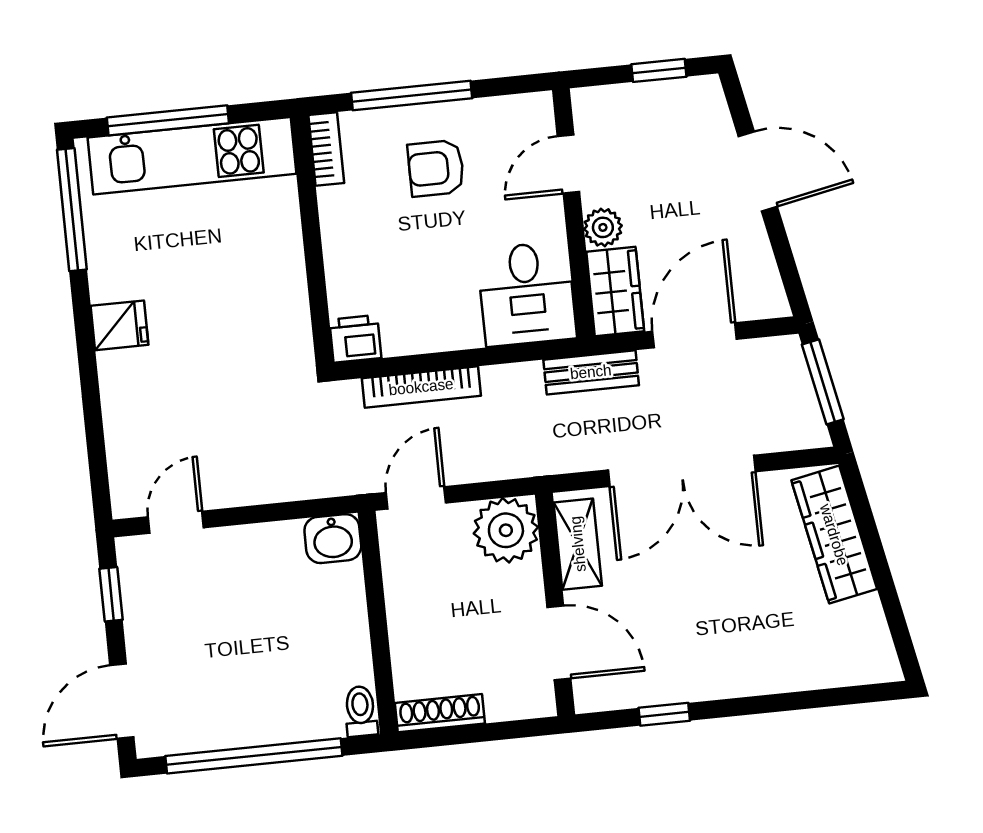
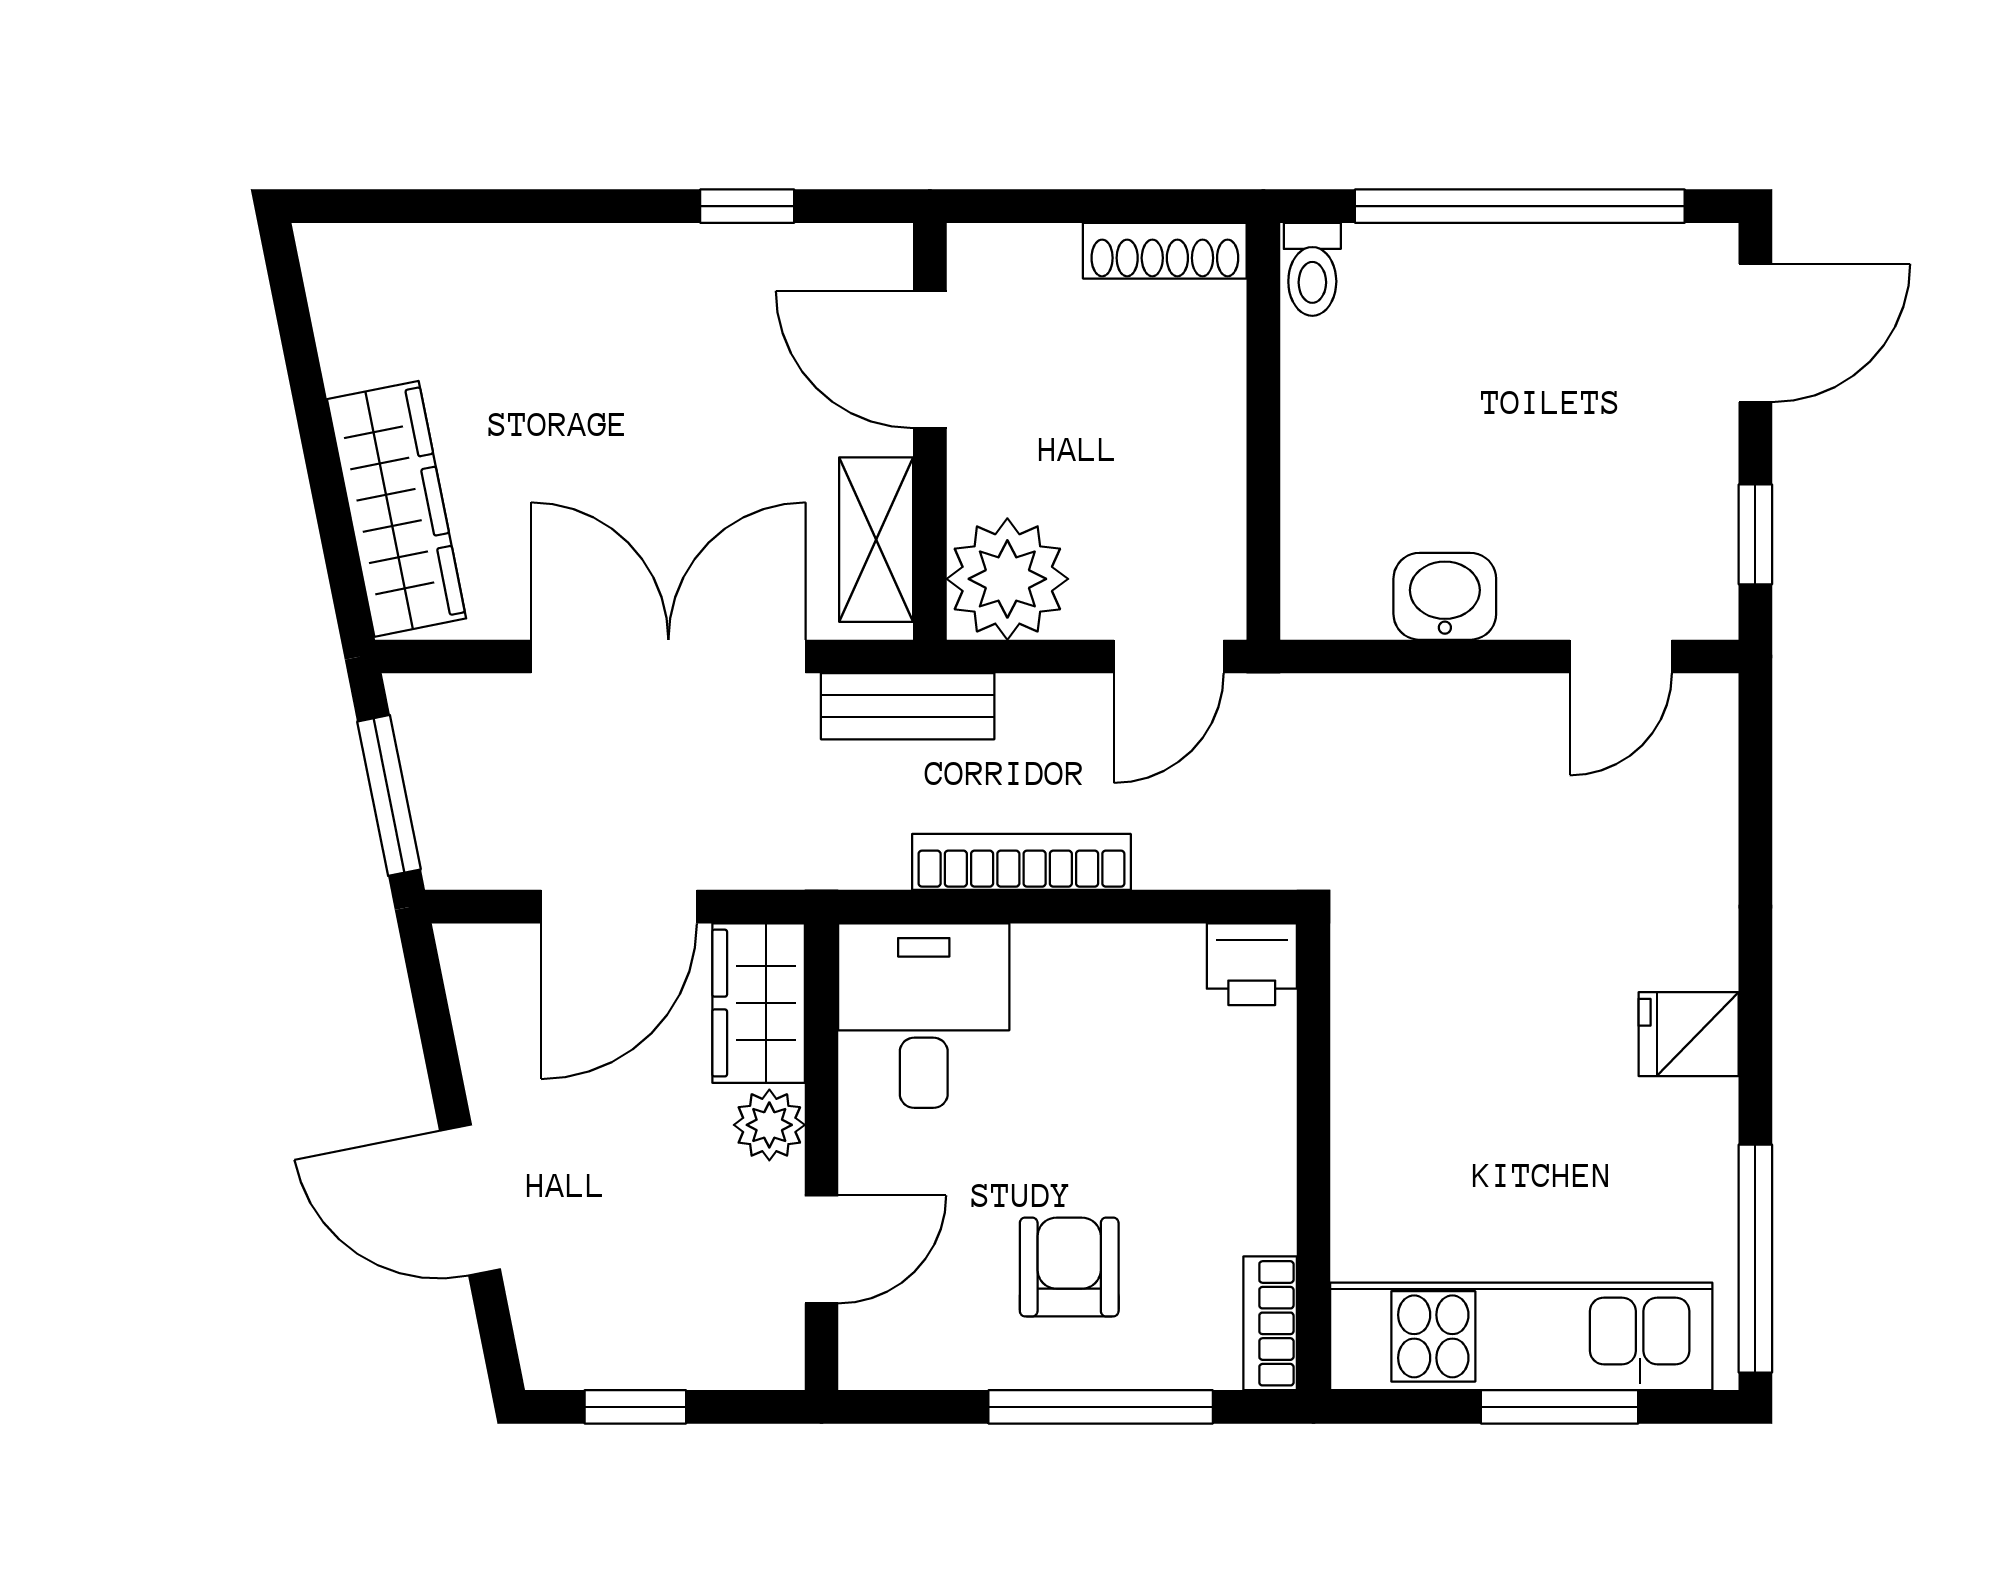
window: (168, 120) -> (1560, 1407), width x0.69
armchair: (436, 168) -> (1069, 1267), turned -90
bench: (591, 372) -> (908, 706), moved
bookcase: (421, 387) -> (1021, 862), moved
washbasin: (333, 539) -> (1445, 596), moved

